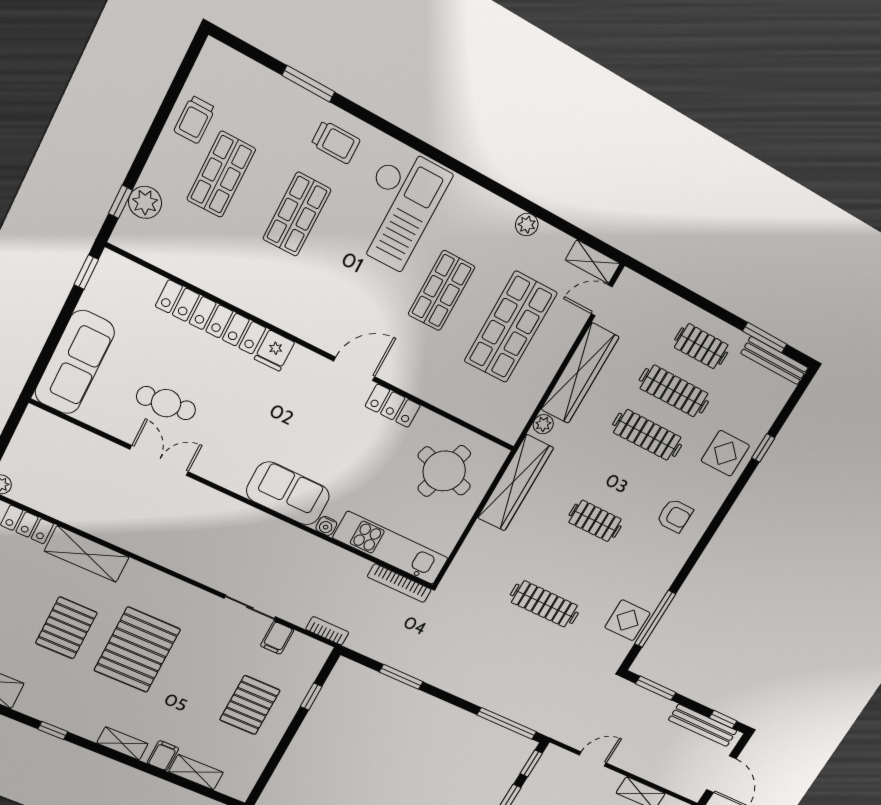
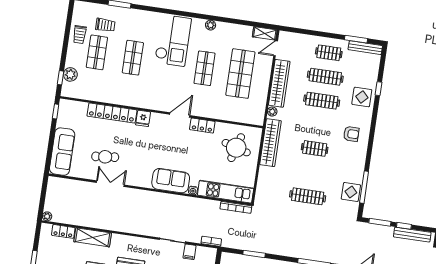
trolley: (336, 142) -> (105, 25), moved
plant: (527, 225) -> (211, 25), moved
window: (723, 719) -> (404, 226), moved

